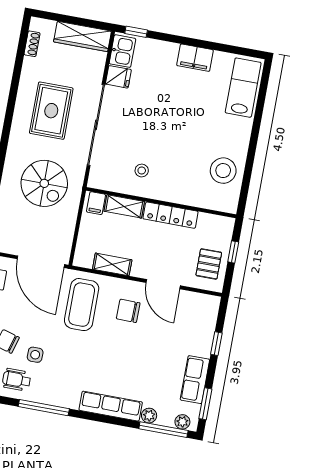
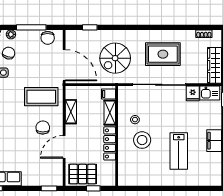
lab bench: (243, 88) -> (179, 151), moved, turned 90
stool: (223, 171) -> (142, 140), moved
door: (41, 262) -> (64, 65), swing flipped
pallet: (209, 264) -> (83, 174), width x1.50, depth x1.42
window: (216, 344) -> (49, 188), moved

